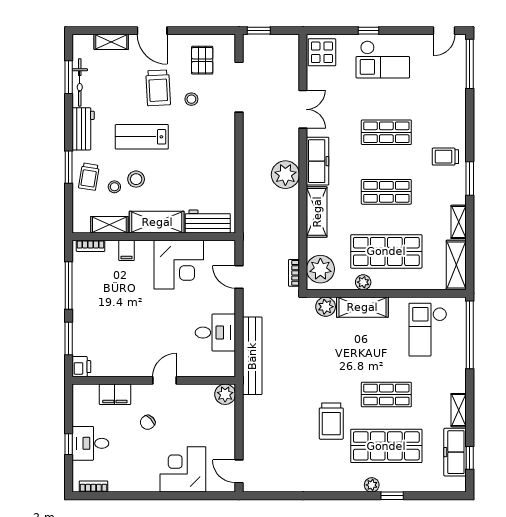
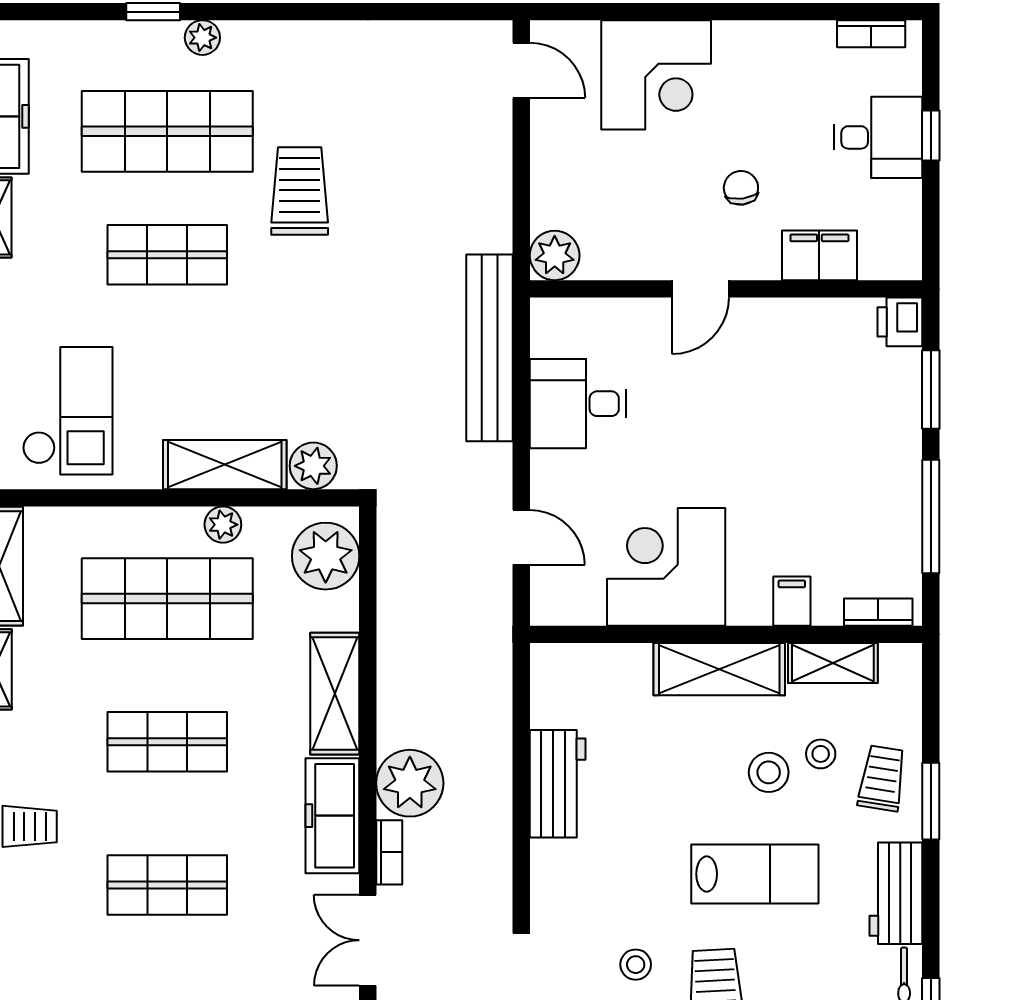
workbench: (208, 221) -> (558, 784), moved, turned -90
bookcase: (294, 273) -> (389, 852), moved
chair: (148, 422) -> (741, 188), turned -53

